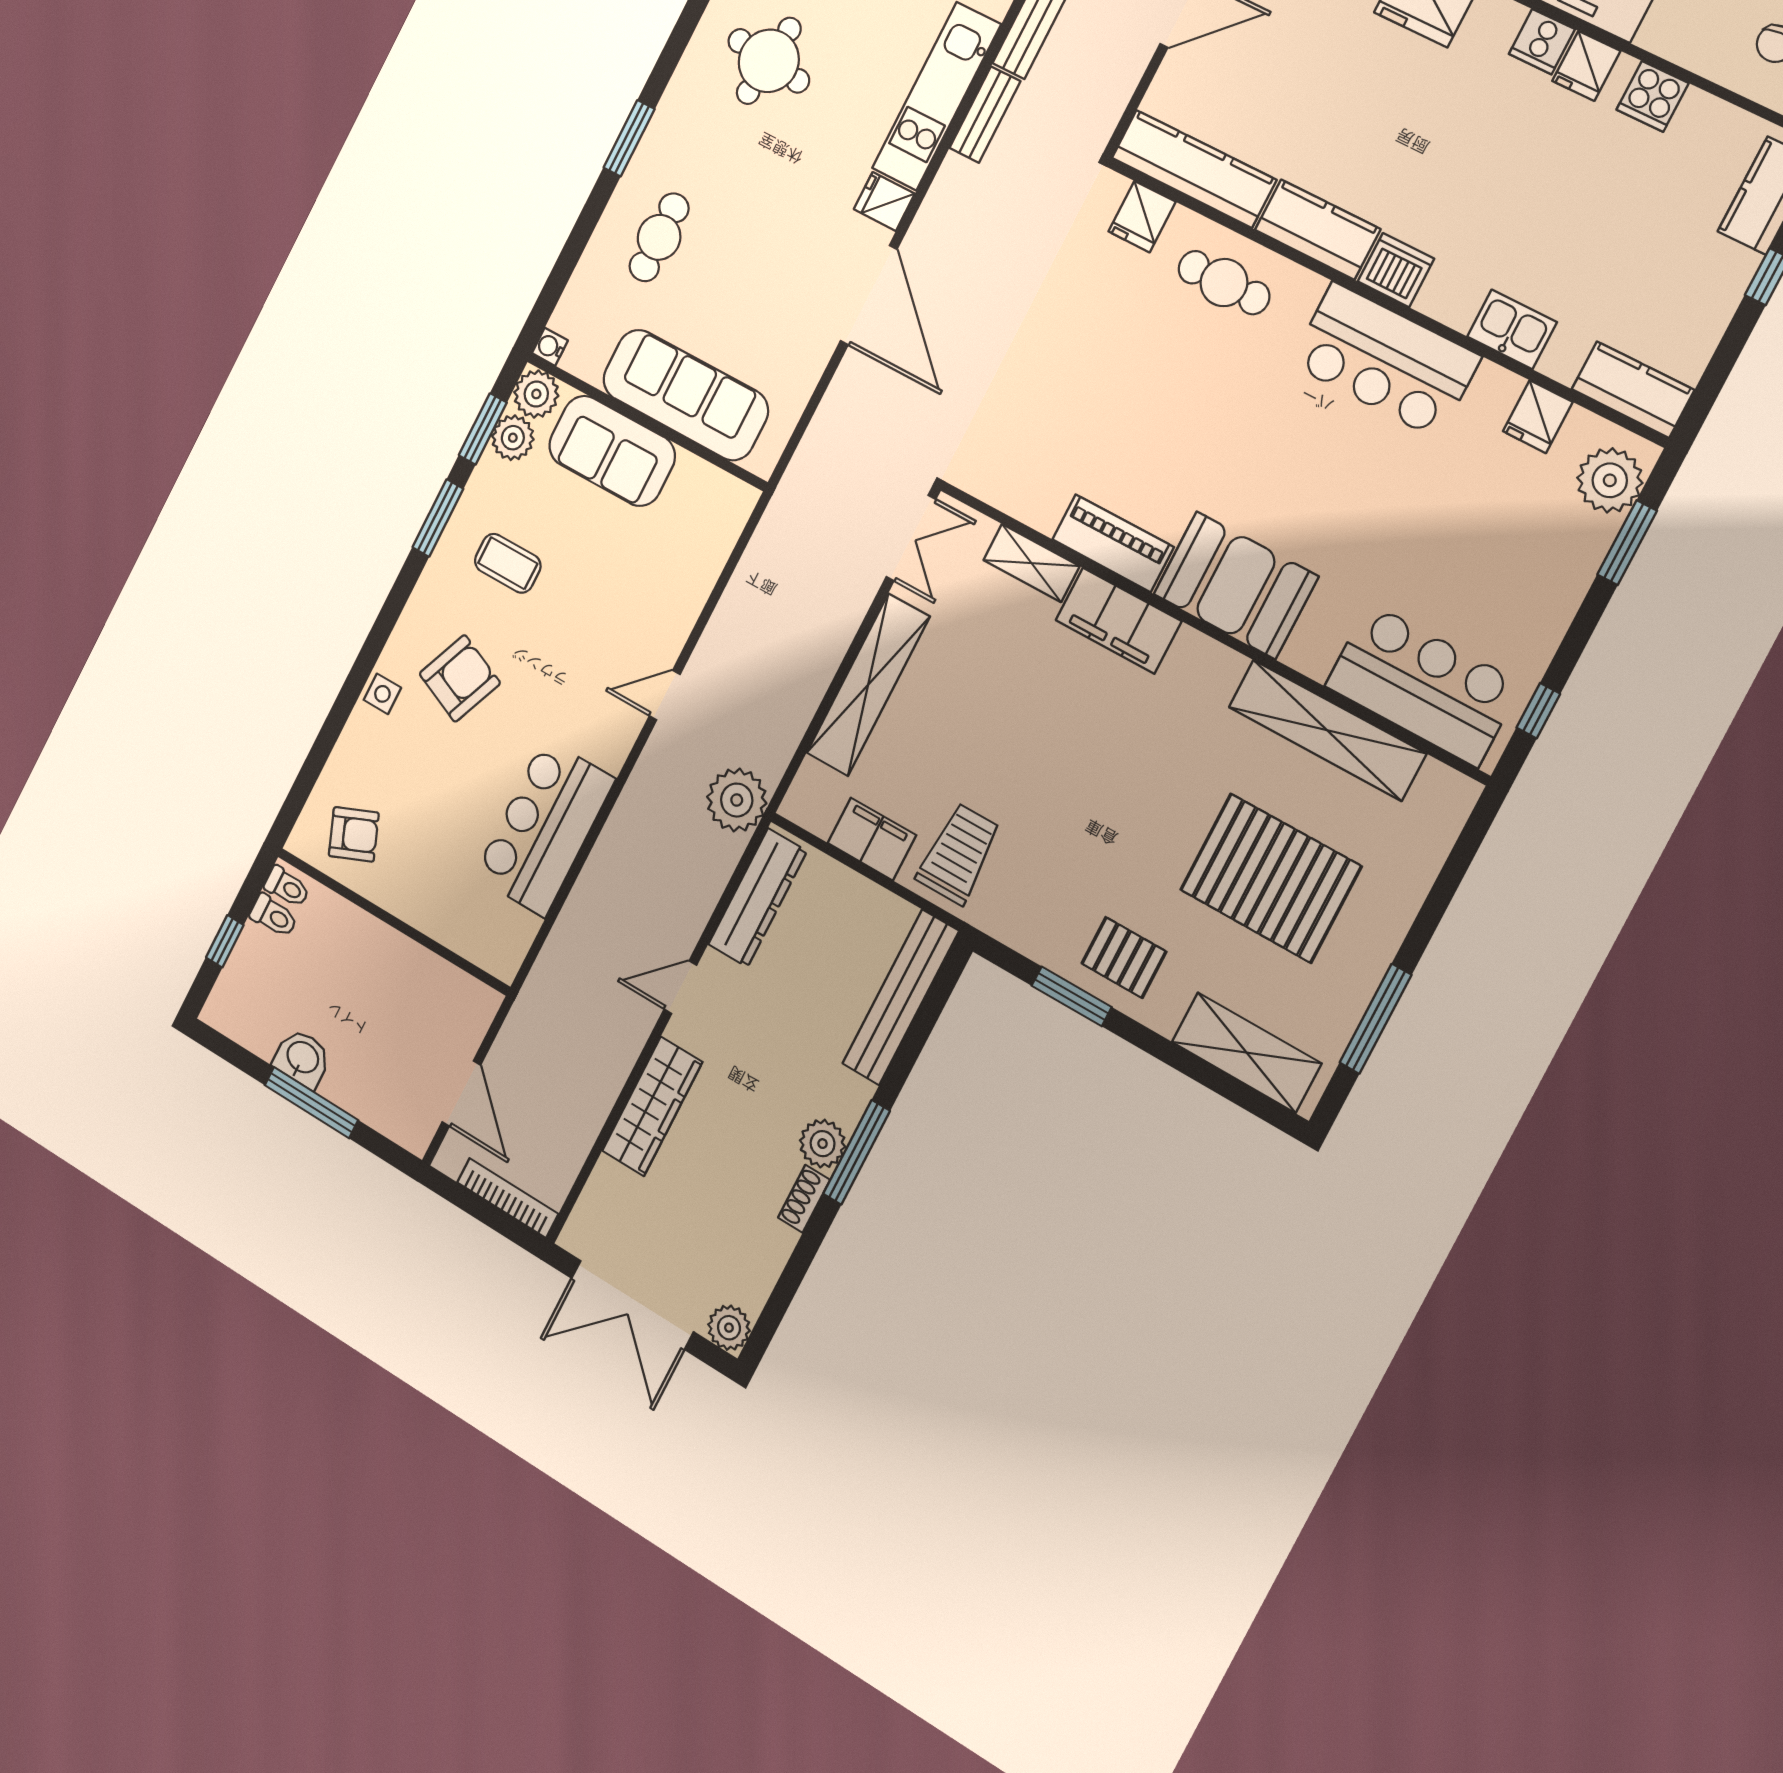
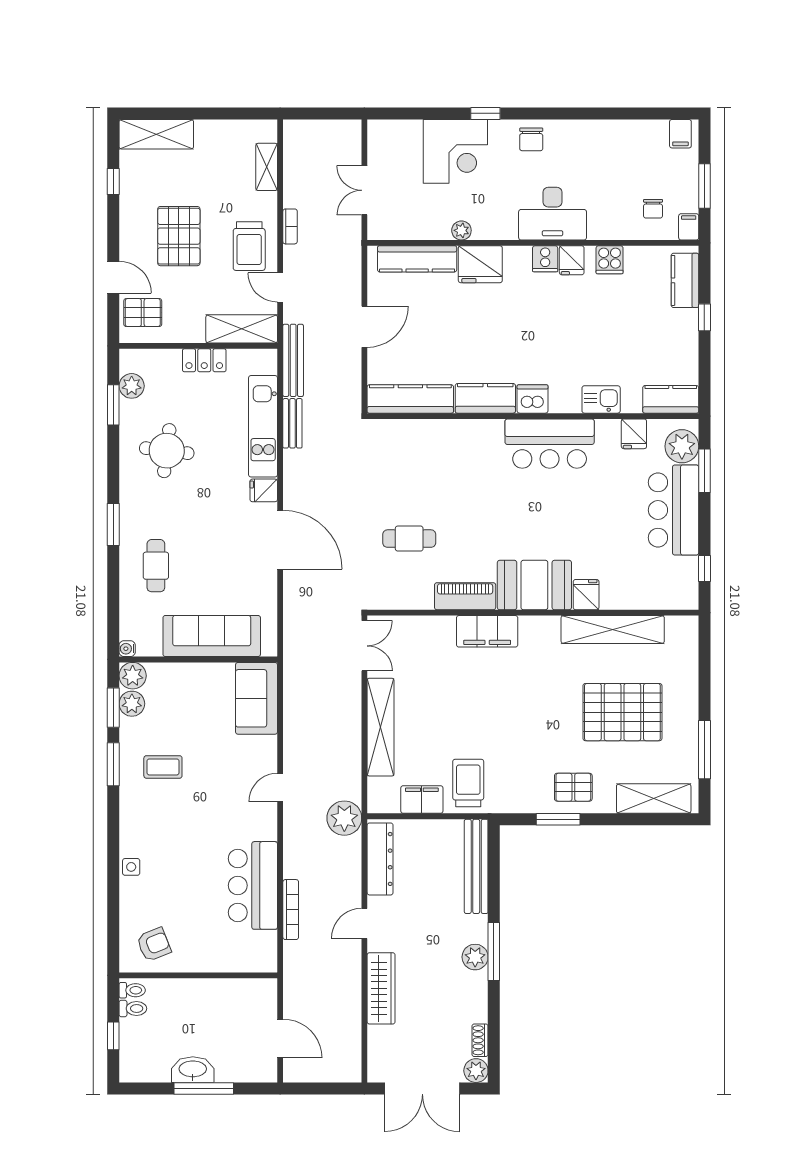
fridge: (1142, 217) -> (586, 595), moved, turned 180
cafe table: (1224, 283) -> (409, 539), moved
sofa: (612, 451) -> (257, 698), moved, turned 90
shelving: (1031, 563) -> (430, 626), removed
armchair: (460, 678) -> (168, 837), removed
bar counter: (1423, 685) -> (674, 510), moved, turned -90
washbasin: (302, 1058) -> (193, 1070), width x1.38
bookcase: (508, 1198) -> (291, 910), moved, turned 90
shoe rack: (804, 1199) -> (480, 1040), moved

